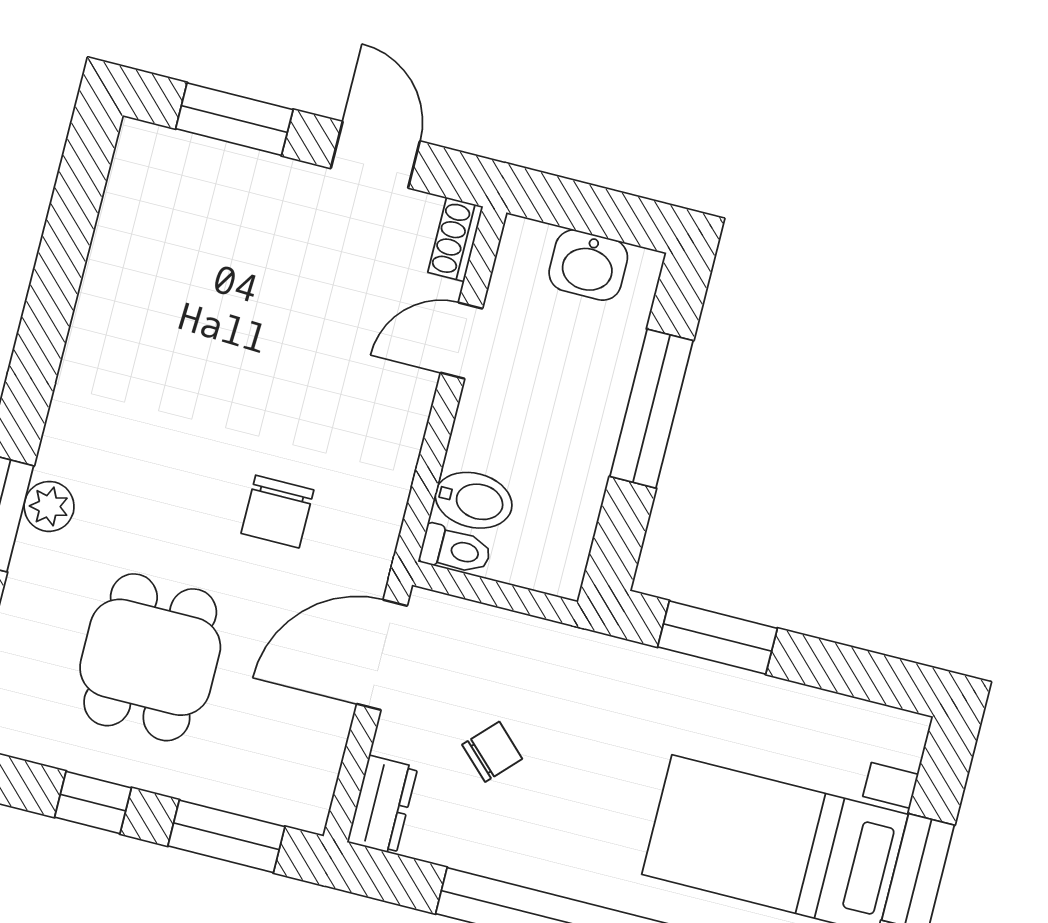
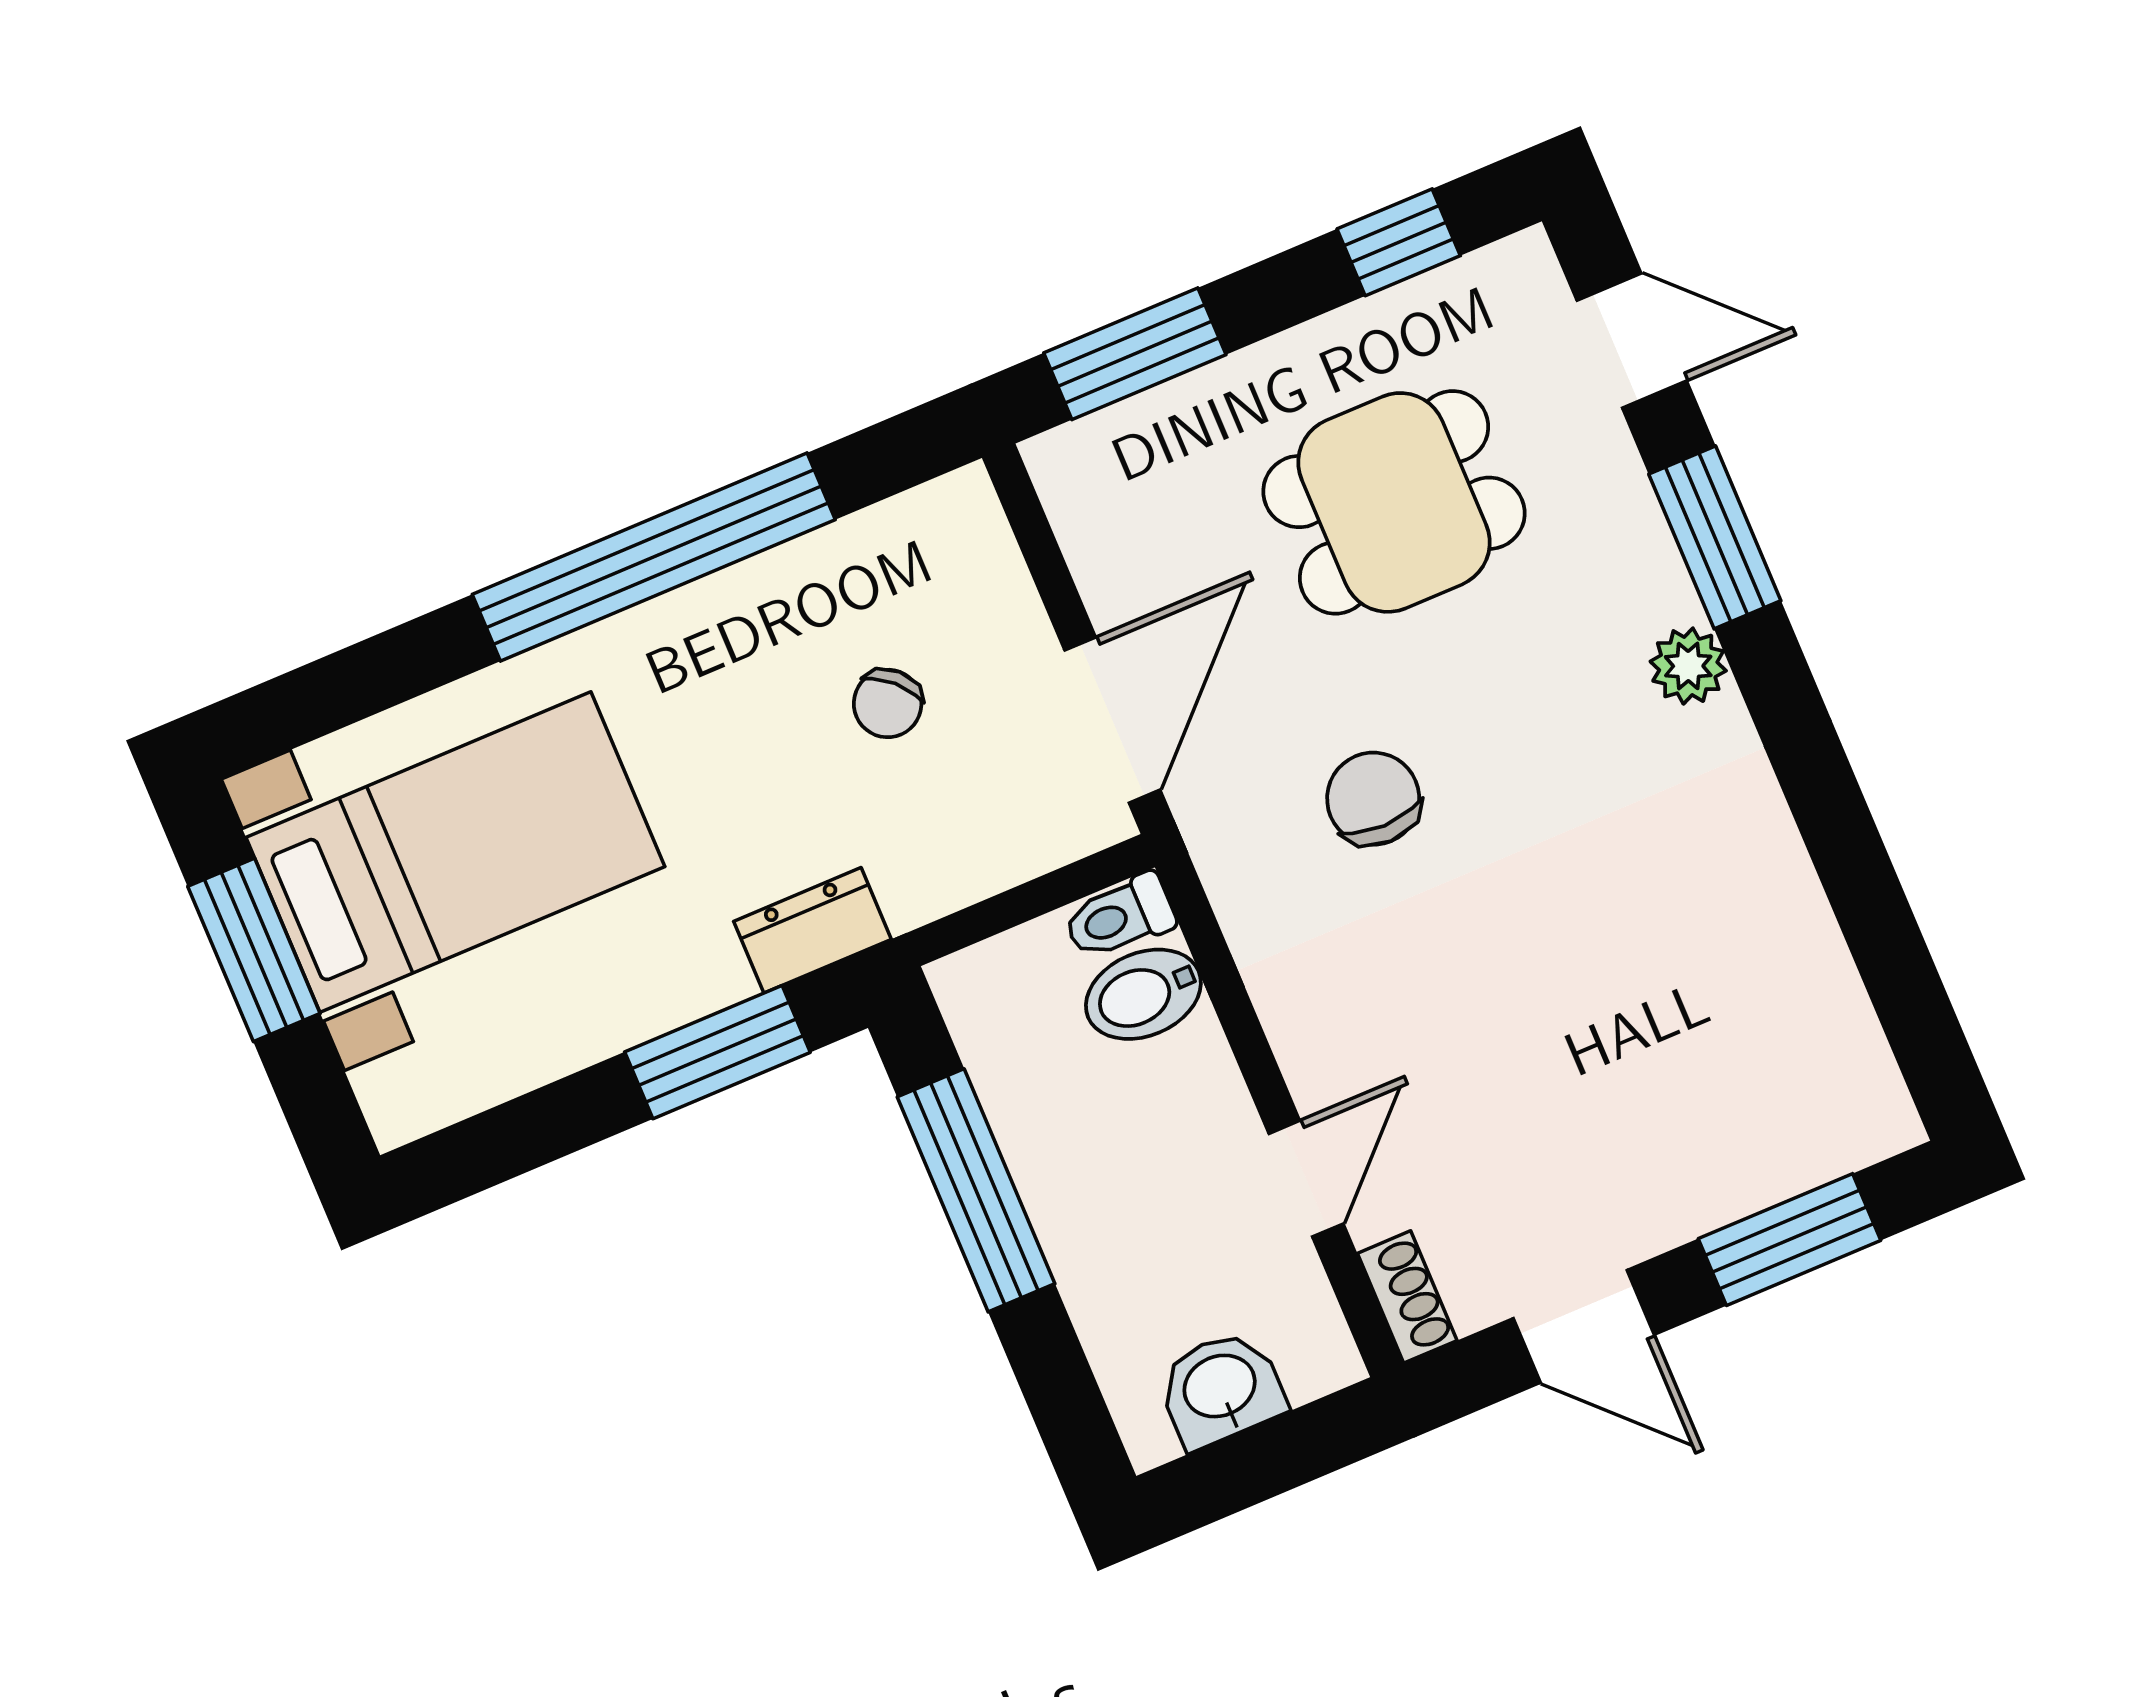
window: (652, 409) -> (976, 1190), moved
plant: (49, 506) -> (1688, 666), moved
dining table: (150, 657) -> (1394, 502), turned 90
window: (93, 803) -> (1399, 242), moved
dresser: (382, 805) -> (812, 930), moved, turned 90

